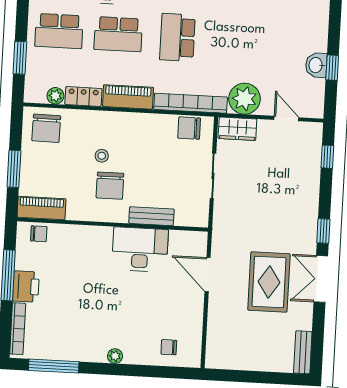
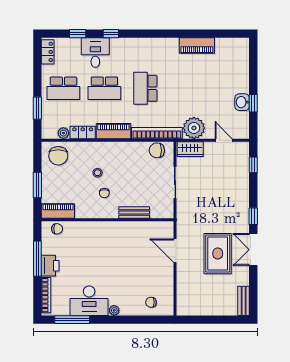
chair: (110, 186) -> (104, 193), width x0.54, depth x0.54
desk: (140, 249) -> (89, 301), moved, turned 180

